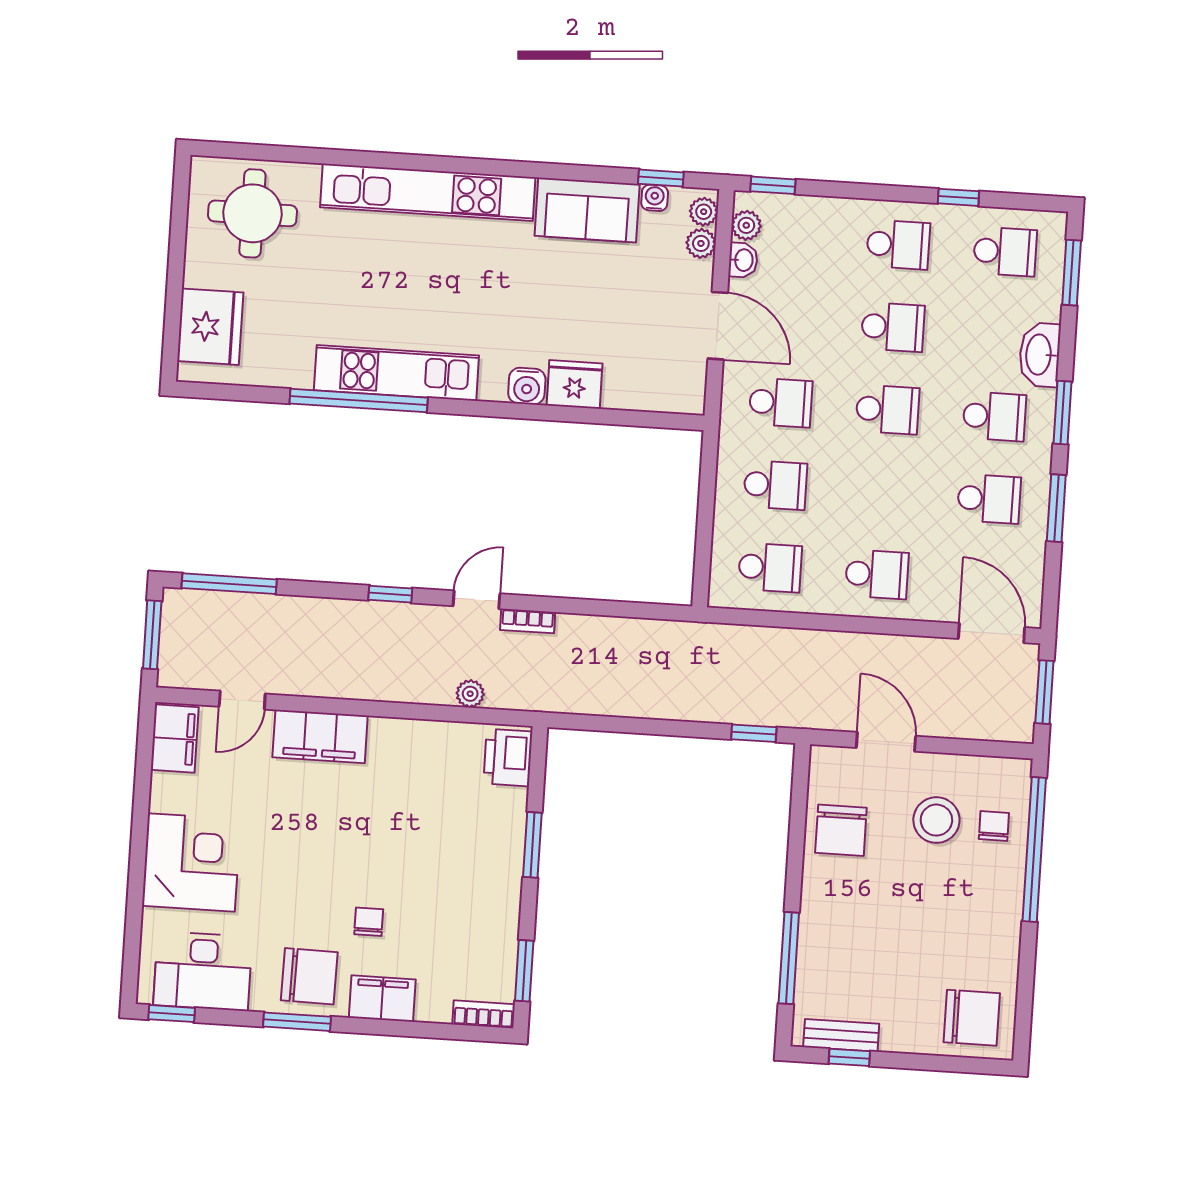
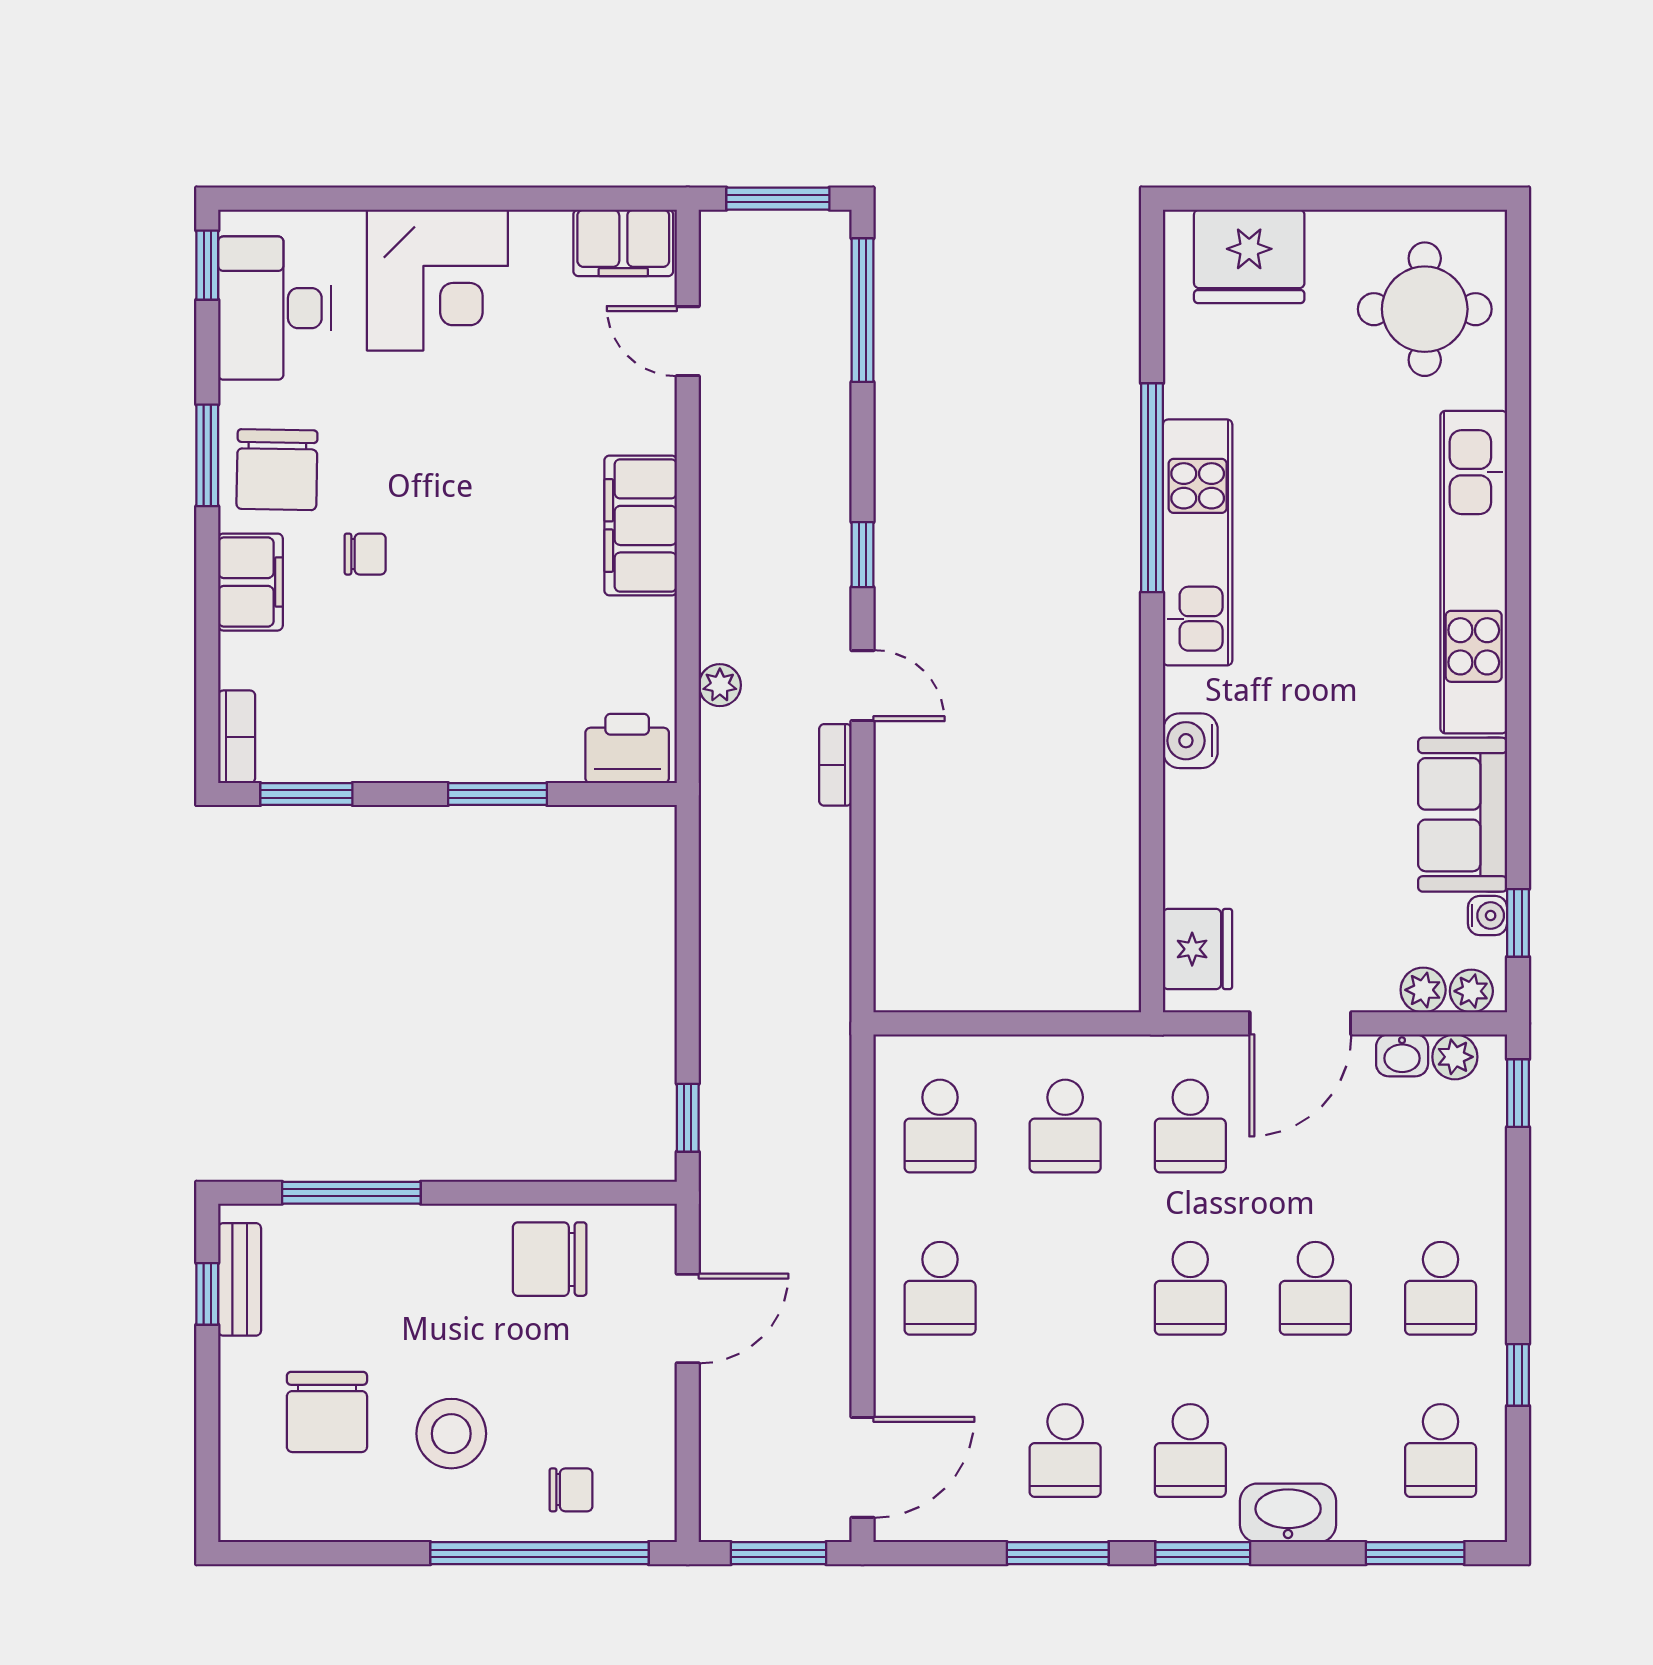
fridge: (574, 384) -> (1198, 949), moved
filing cabinet: (320, 736) -> (641, 525), moved
stool: (936, 820) -> (451, 1434), moved
chair: (972, 1018) -> (327, 1412), moved

